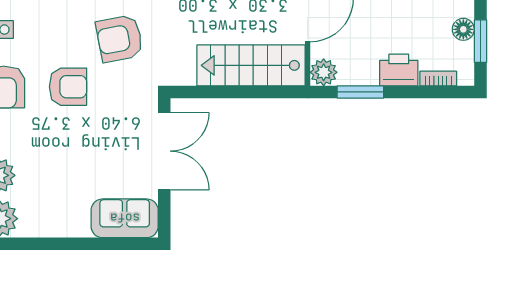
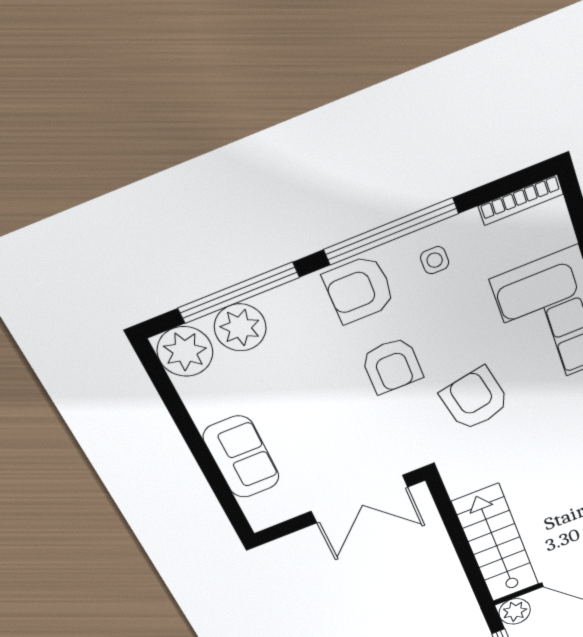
sofa: (125, 218) -> (241, 457), moved

